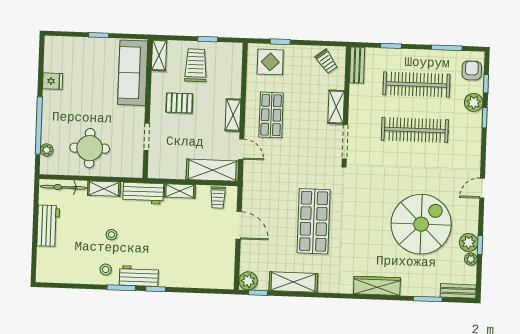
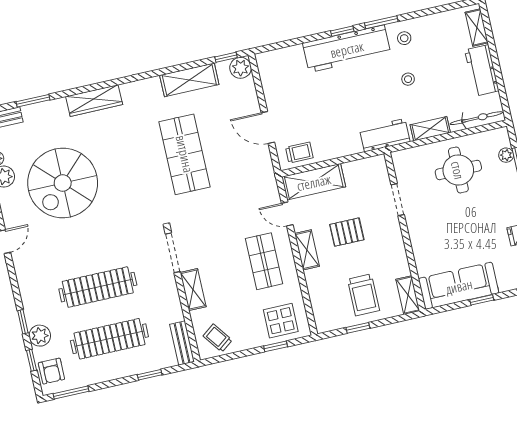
window: (447, 48) -> (71, 392), moved
sofa: (133, 73) -> (459, 286), moved, turned -90
pallet: (179, 103) -> (347, 232), moved
shelving: (180, 191) -> (477, 27), moved, turned 90
trolley: (218, 198) -> (299, 153), turned 90
workbench: (139, 276) -> (347, 49), width x1.88, depth x1.32

